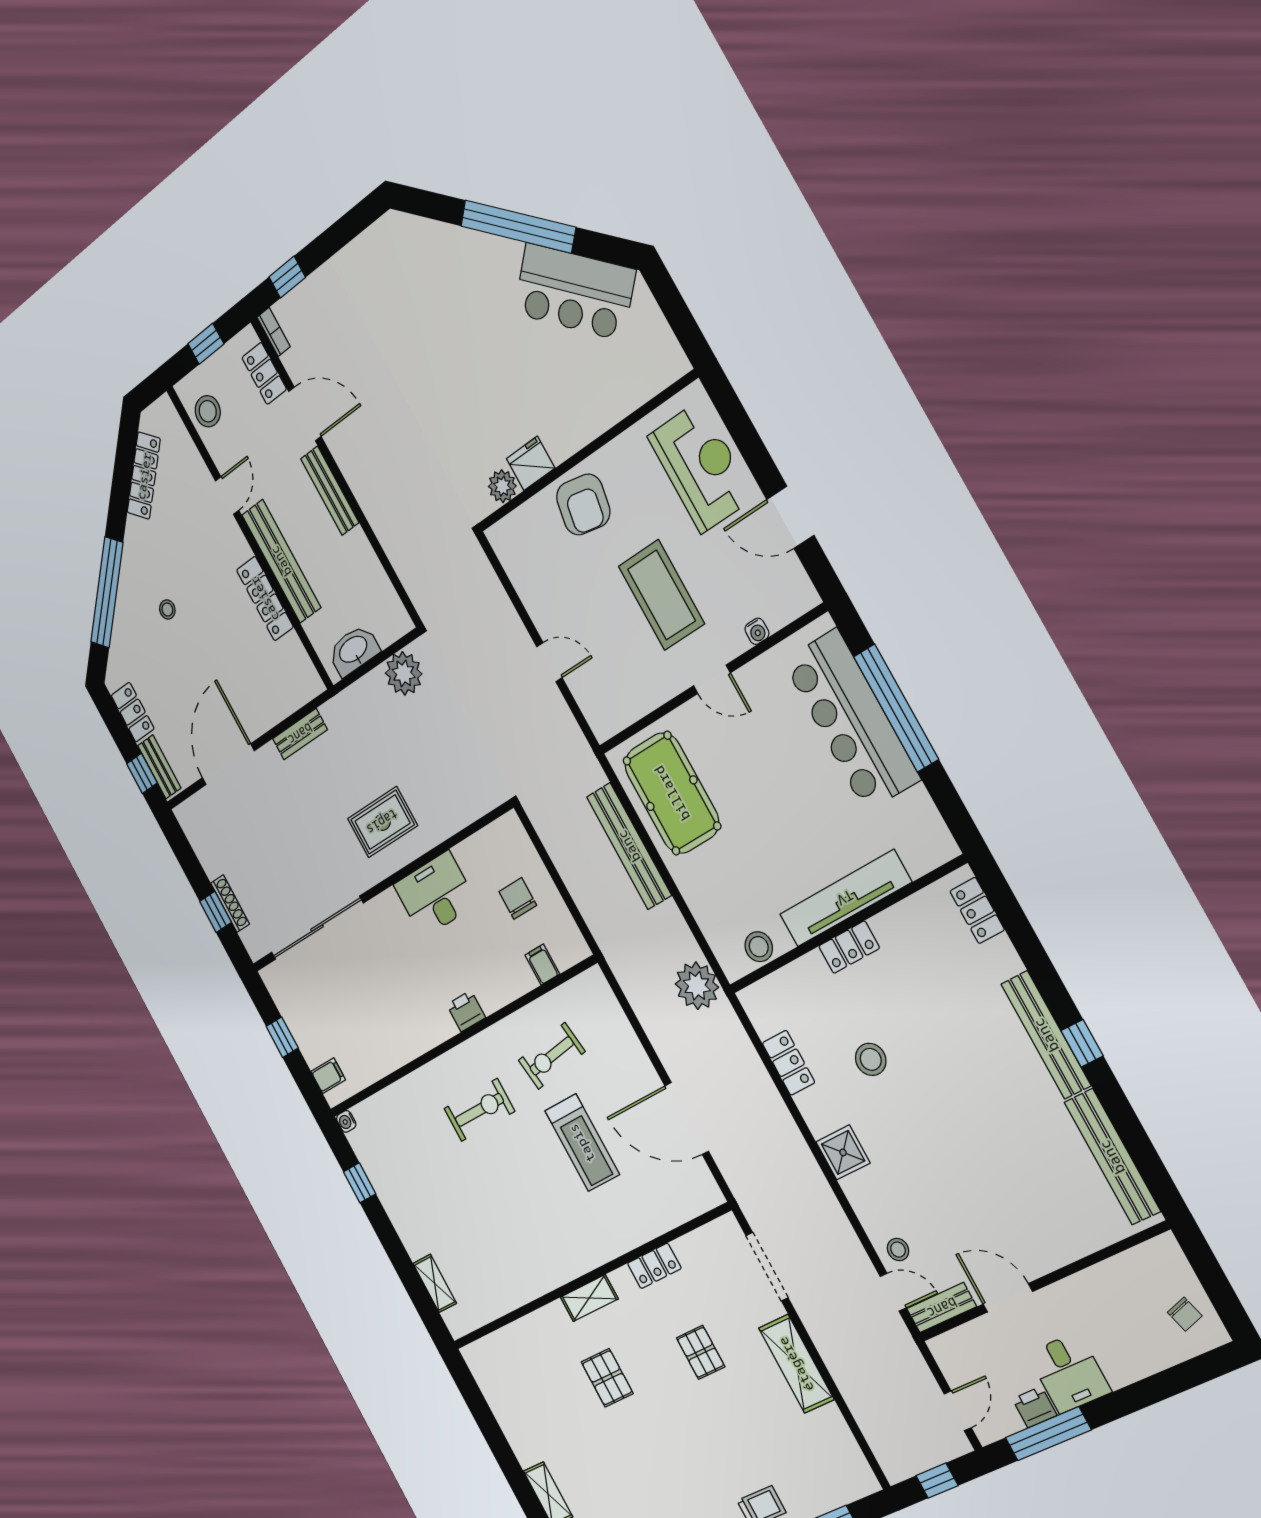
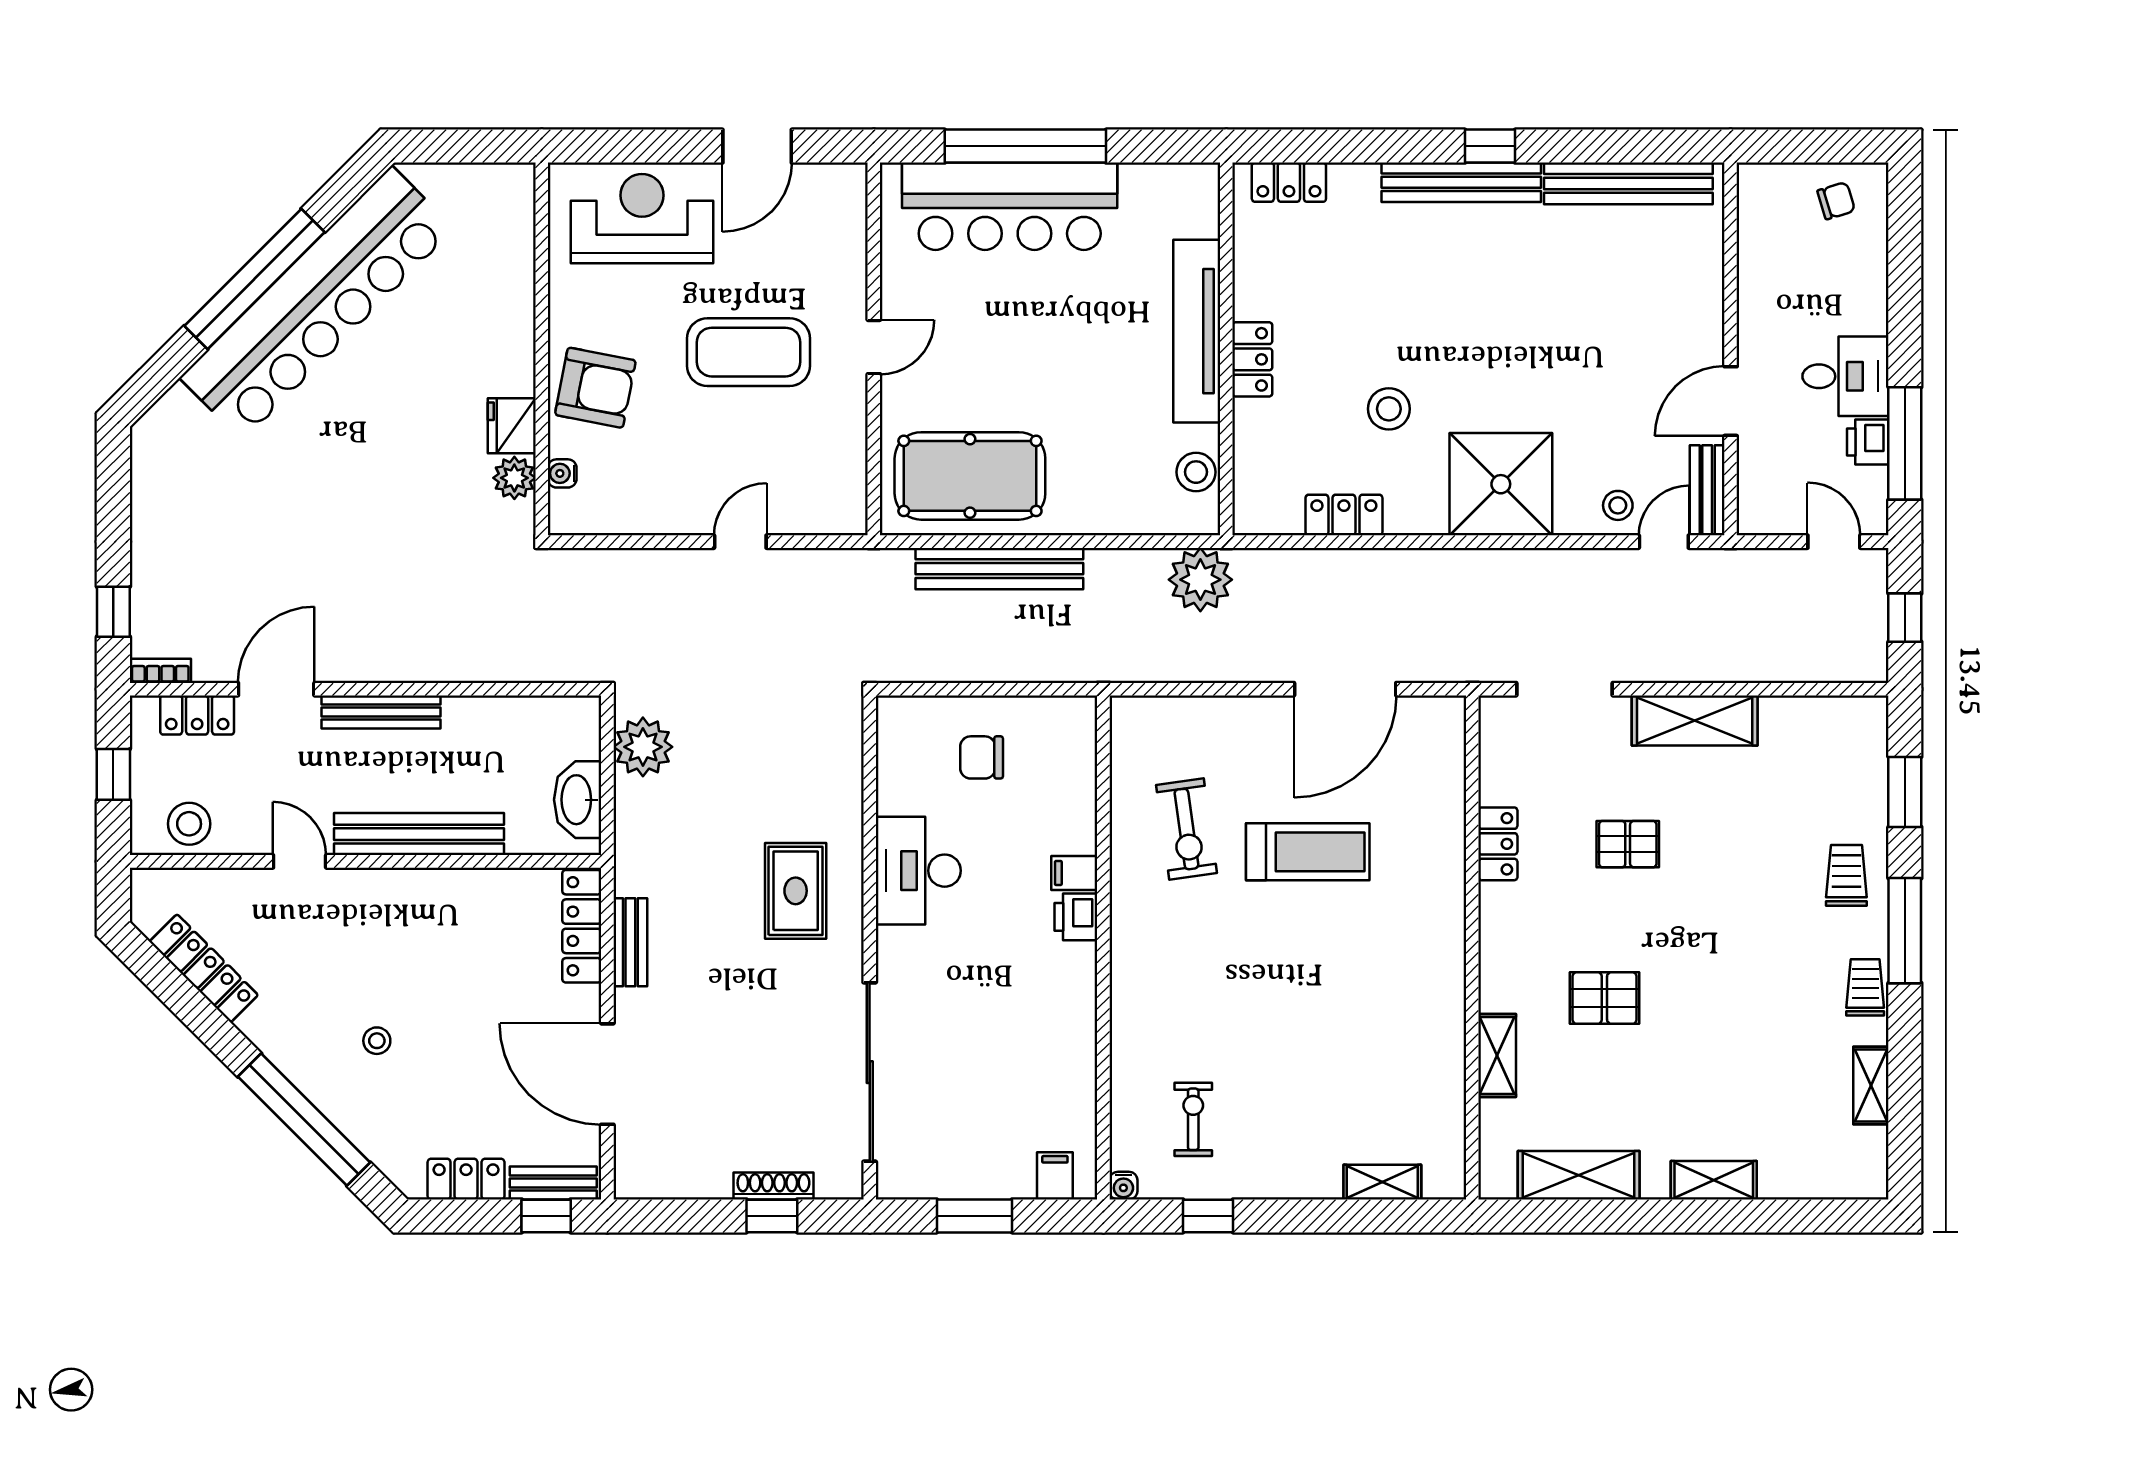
bar counter: (574, 292) -> (317, 303), width x1.86
locker: (265, 599) -> (582, 926), moved, turned 90
water cooler: (757, 631) -> (562, 473), moved, turned 180
filing cabinet: (542, 965) -> (1074, 873), moved
window: (282, 1037) -> (974, 1216), width x1.50
exercise bike: (479, 1110) -> (1193, 1119), moved, width x0.73, depth x0.72
shower: (843, 1152) -> (1501, 484), width x1.86, depth x1.86
shelving: (589, 1298) -> (1497, 1056), moved
shelving: (505, 1406) -> (1579, 1175), added

